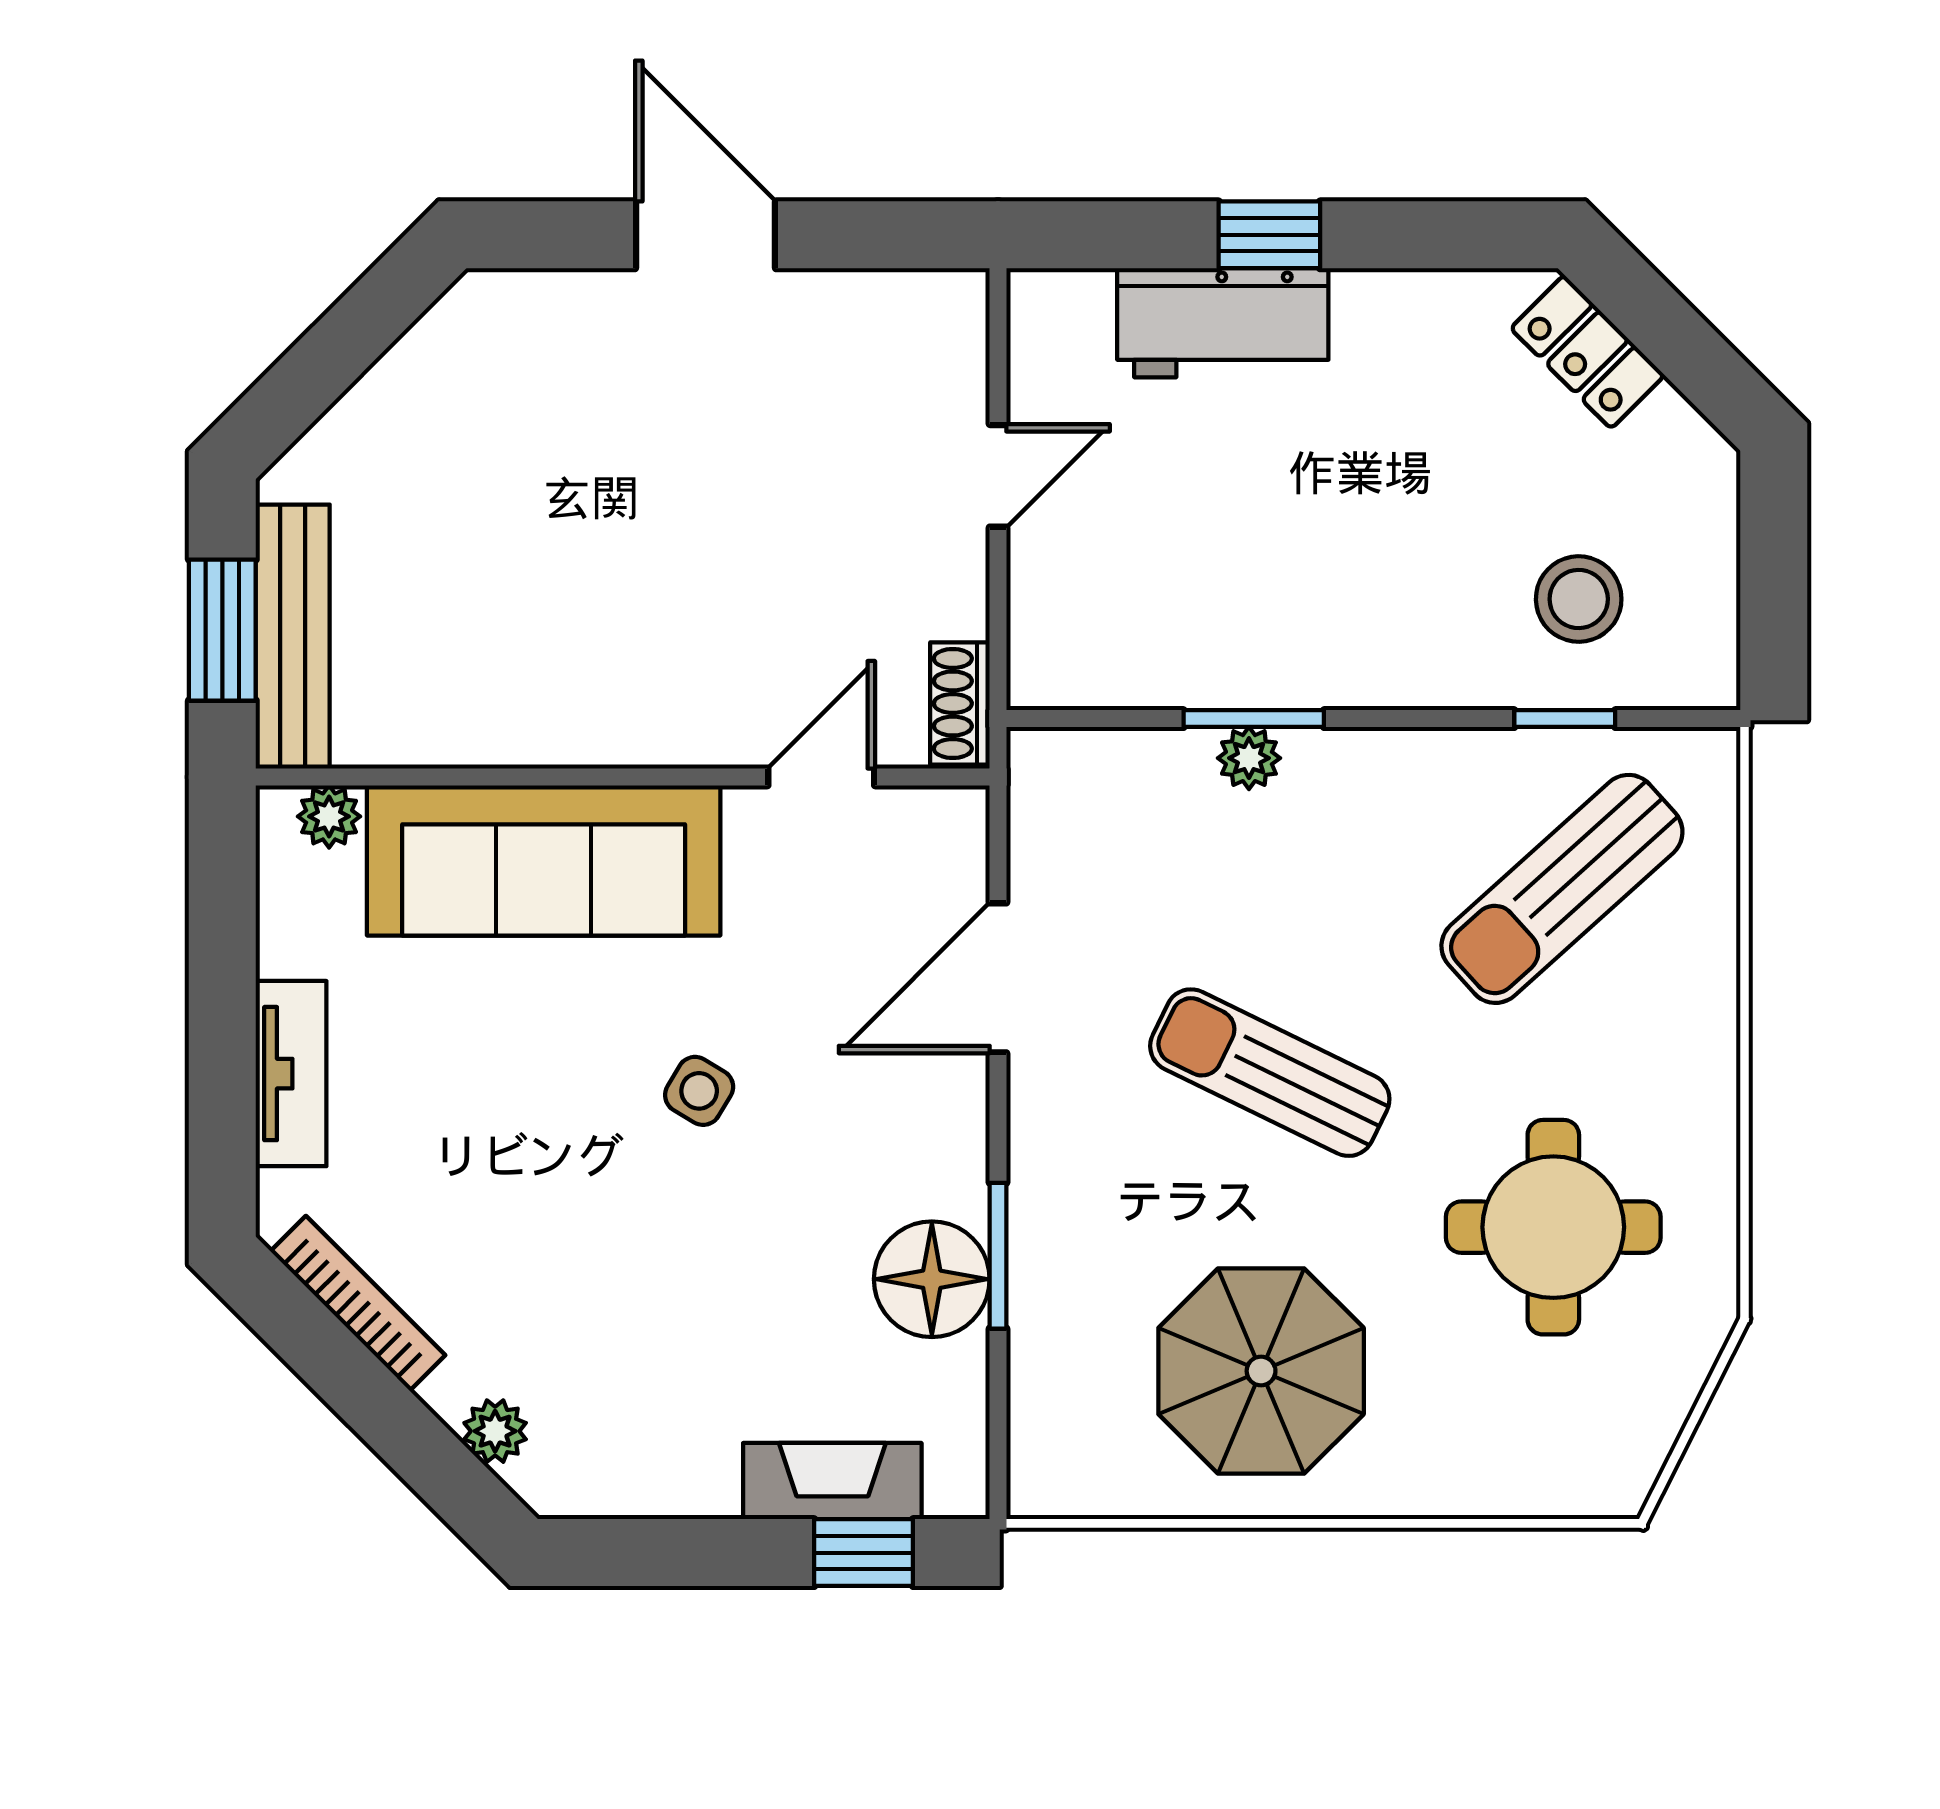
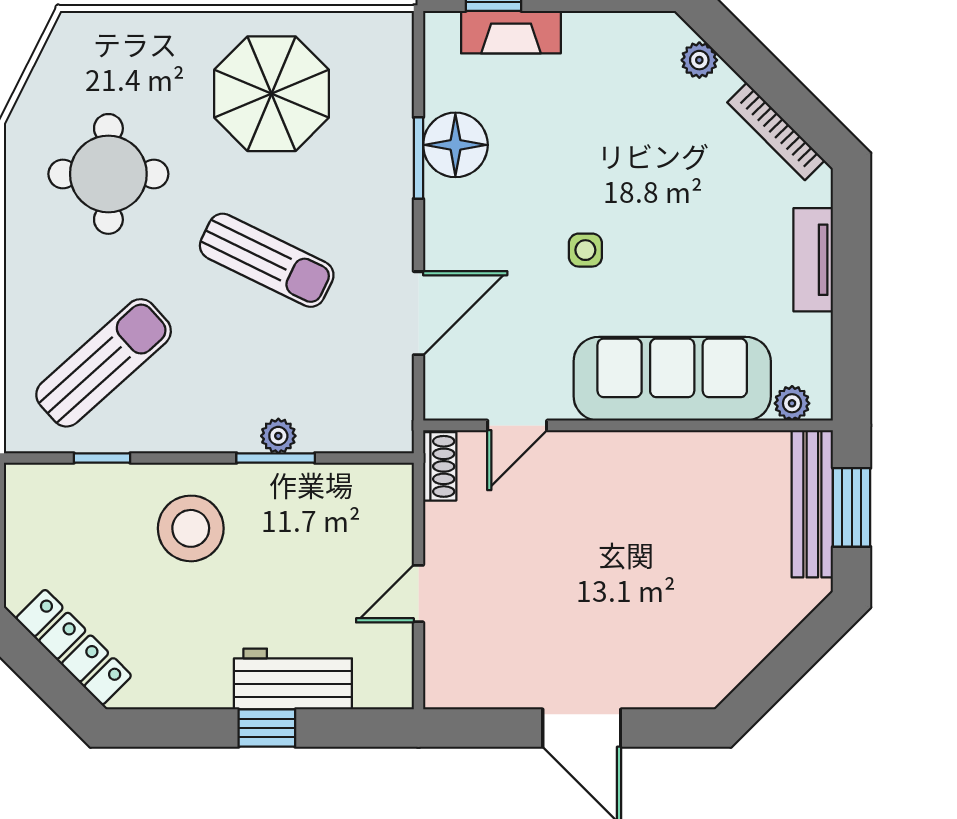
locker: (1588, 352) -> (74, 647), width x1.53
stool: (1579, 599) -> (191, 528), moved, width x1.38, depth x1.38
side table: (699, 1091) -> (585, 250), turned -31

